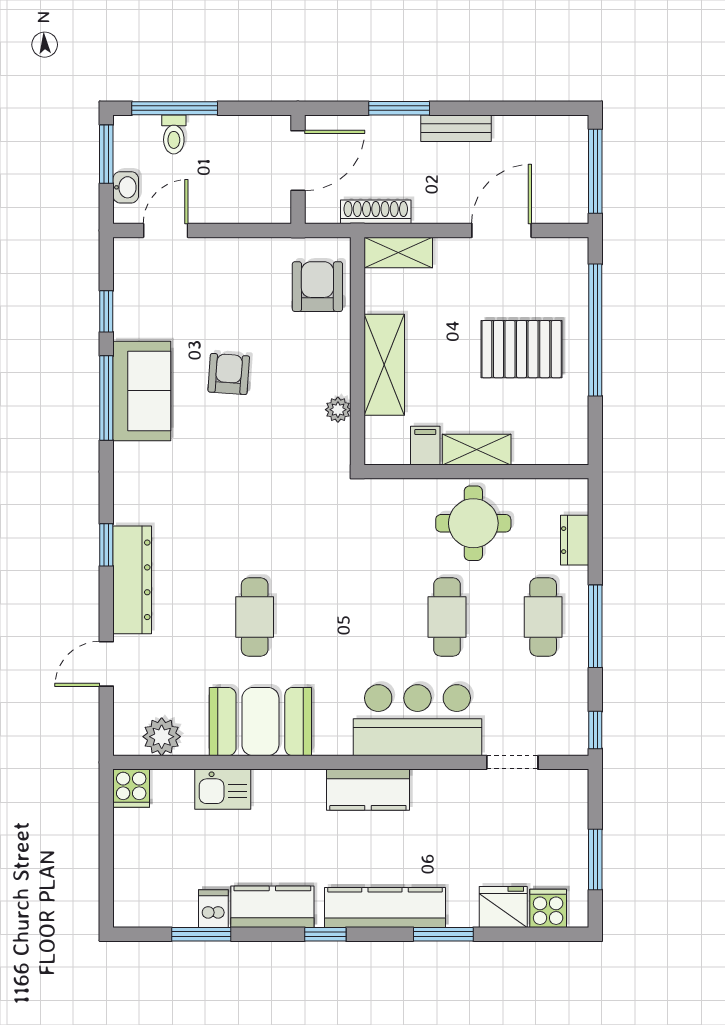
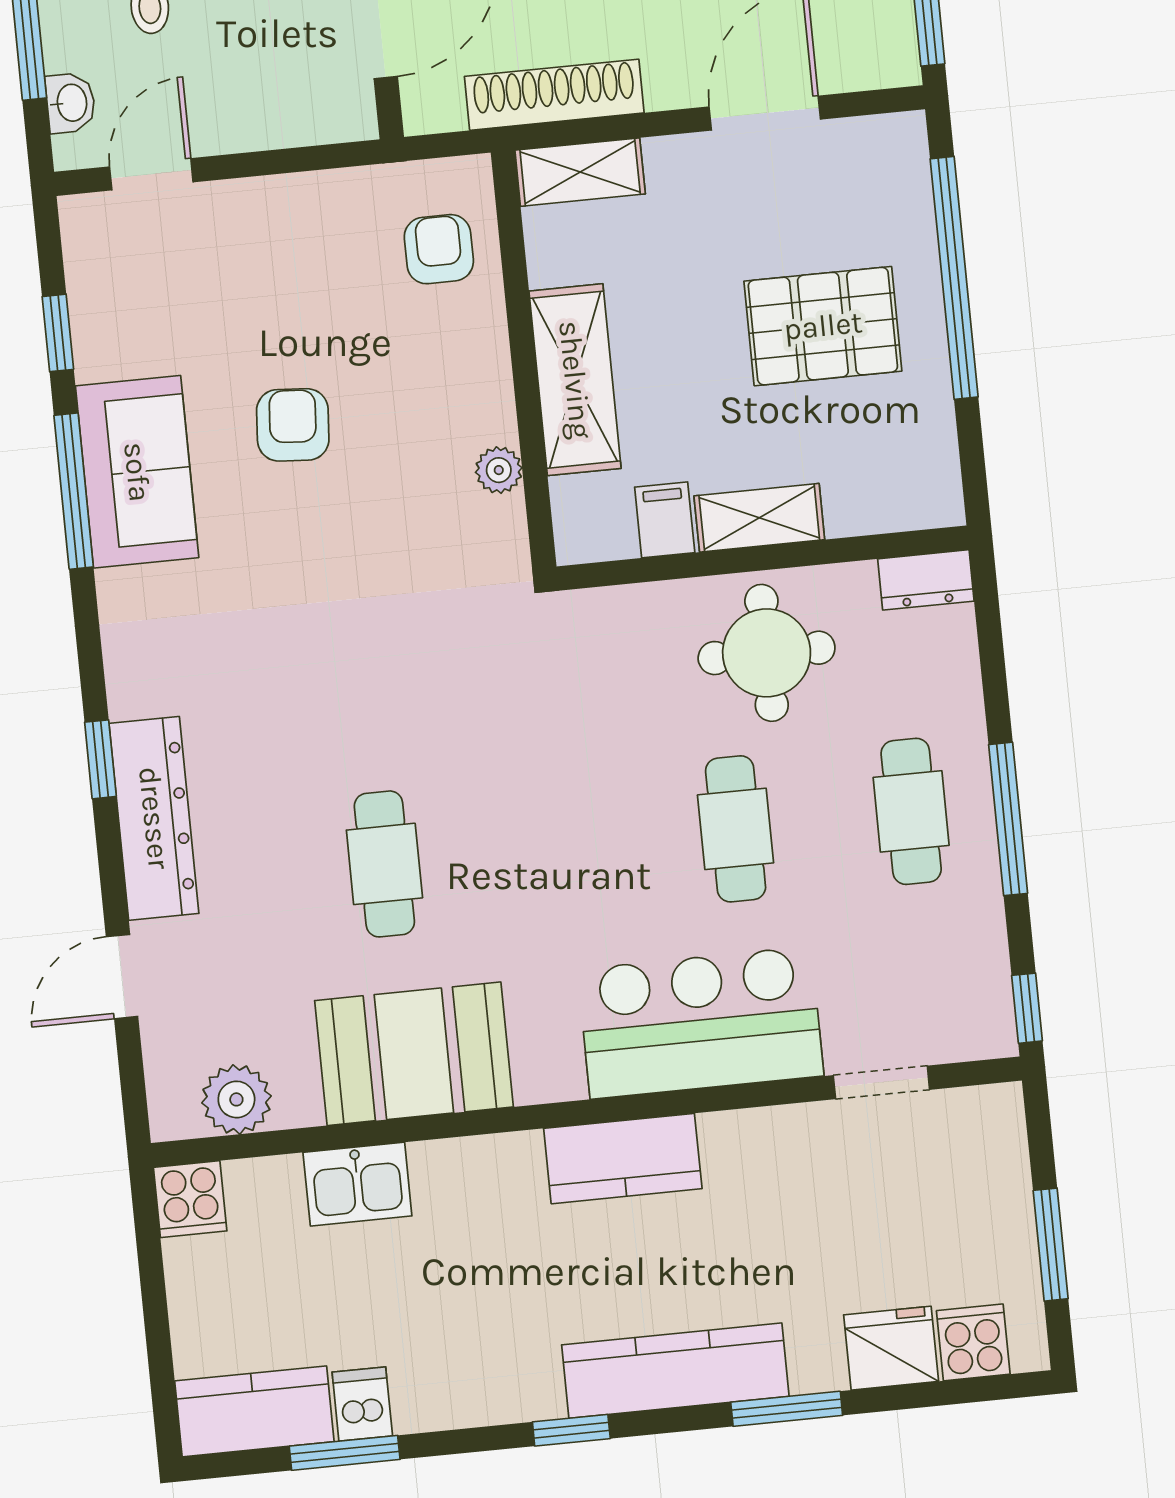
shoe rack: (376, 212) -> (554, 95), width x1.36, depth x1.24
armchair: (317, 287) -> (439, 249), width x0.72, depth x0.72
dresser: (575, 540) -> (926, 580), moved, turned -90
kitchen counter: (272, 907) -> (254, 1411), moved

